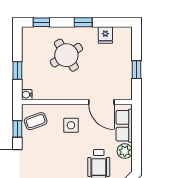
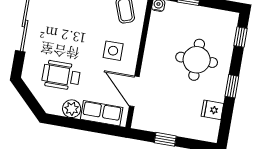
round table: (66, 55) -> (197, 60), turned 32
door: (101, 102) -> (134, 91), hinge flipped

